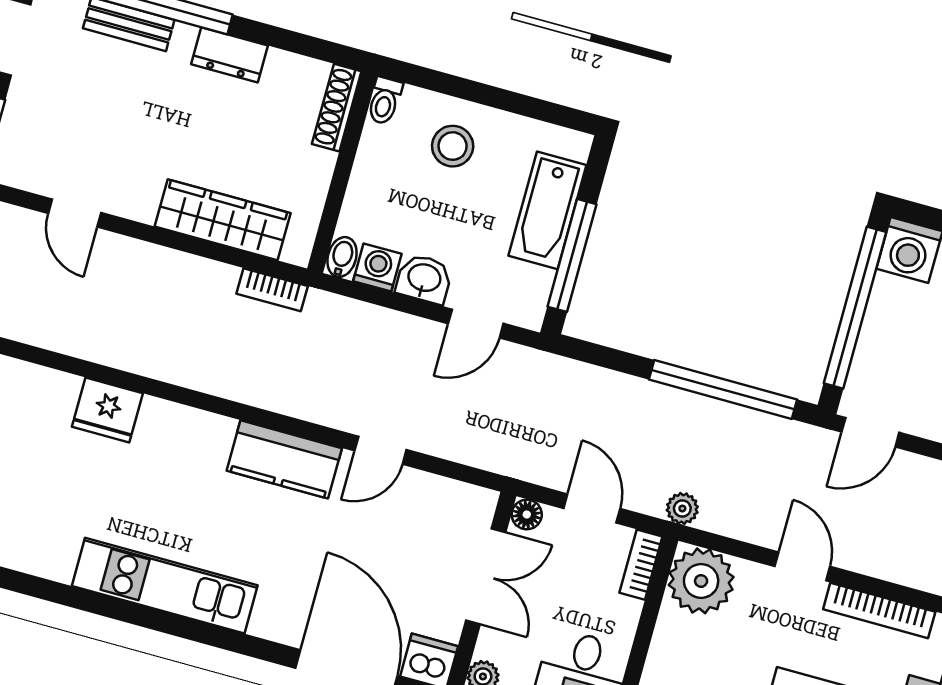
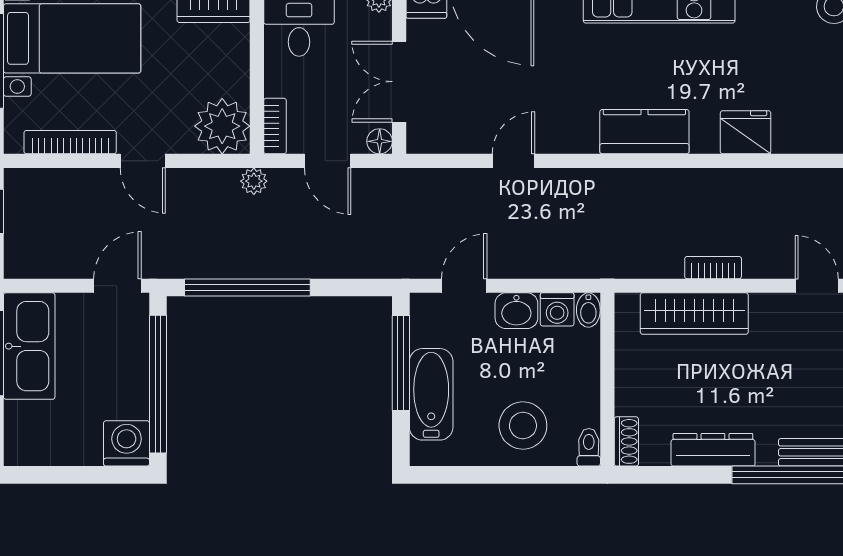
dresser: (229, 55) -> (713, 450), width x1.44
shoe rack: (337, 108) -> (626, 441), width x0.70
stool: (453, 146) -> (523, 425), width x1.38, depth x1.38
bookcase: (272, 290) -> (713, 268), moved
kitchen counter: (284, 459) -> (644, 132), moved

